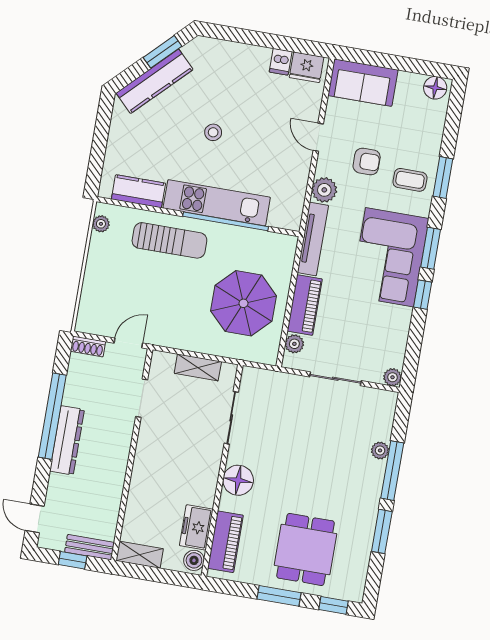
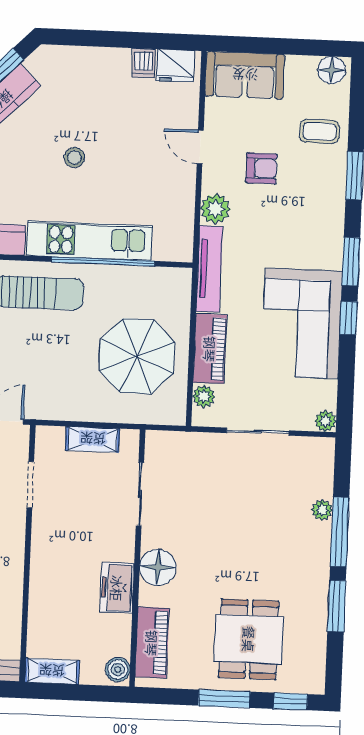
coffee table: (410, 180) -> (319, 131), moved
corner sofa: (390, 257) -> (302, 323), moved
freezer: (196, 527) -> (117, 588), moved

